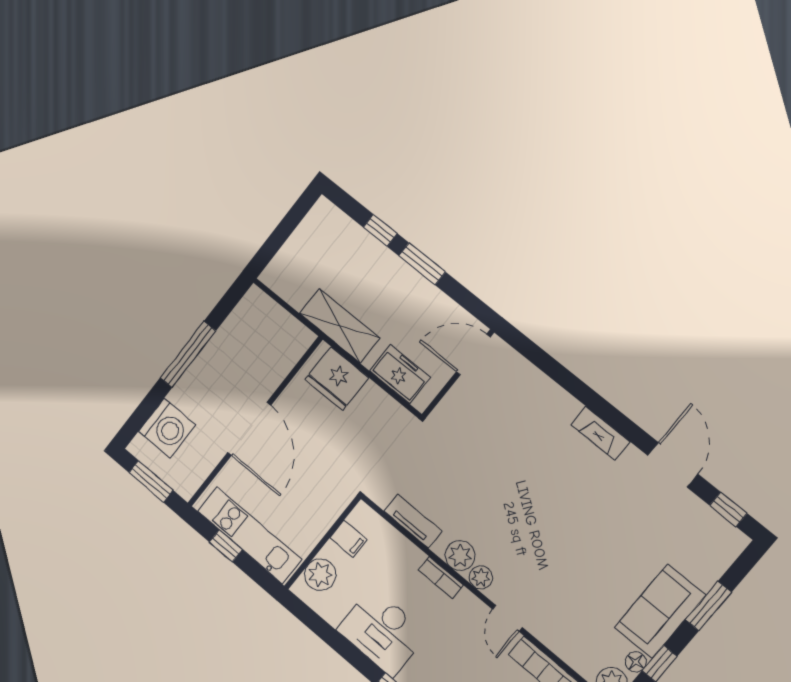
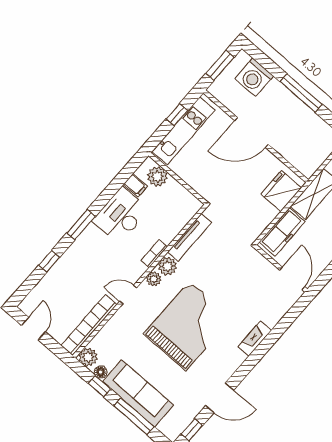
freezer: (400, 374) -> (282, 232), width x1.40
fireplace: (600, 433) -> (255, 339), moved
tv unit: (413, 521) -> (190, 237), width x1.41
grand piano: (555, 521) -> (188, 326), added
filing cabinet: (348, 539) -> (135, 185), moved, turned -90
window: (708, 606) -> (134, 416), width x1.44
sofa: (660, 611) -> (138, 393), width x1.36

